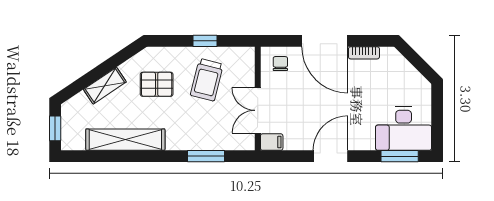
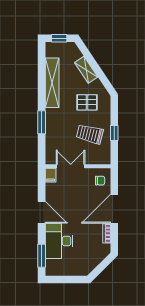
pallet: (157, 84) -> (87, 102), turned 90
desk: (404, 128) -> (59, 241), moved
window: (206, 156) -> (42, 122), moved

